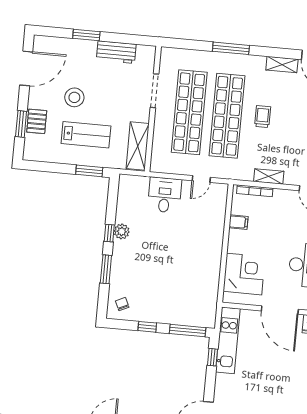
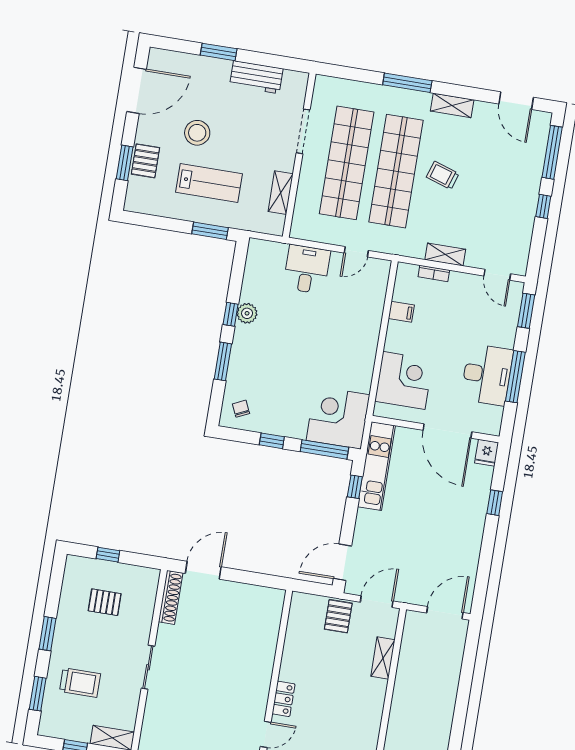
shelving: (282, 65) -> (452, 105), moved
trolley: (263, 117) -> (443, 175), turned -72
shelving: (138, 146) -> (281, 193), width x0.67, depth x0.75
bookcase: (255, 191) -> (434, 273), width x0.64
corner desk: (196, 306) -> (338, 418), added

